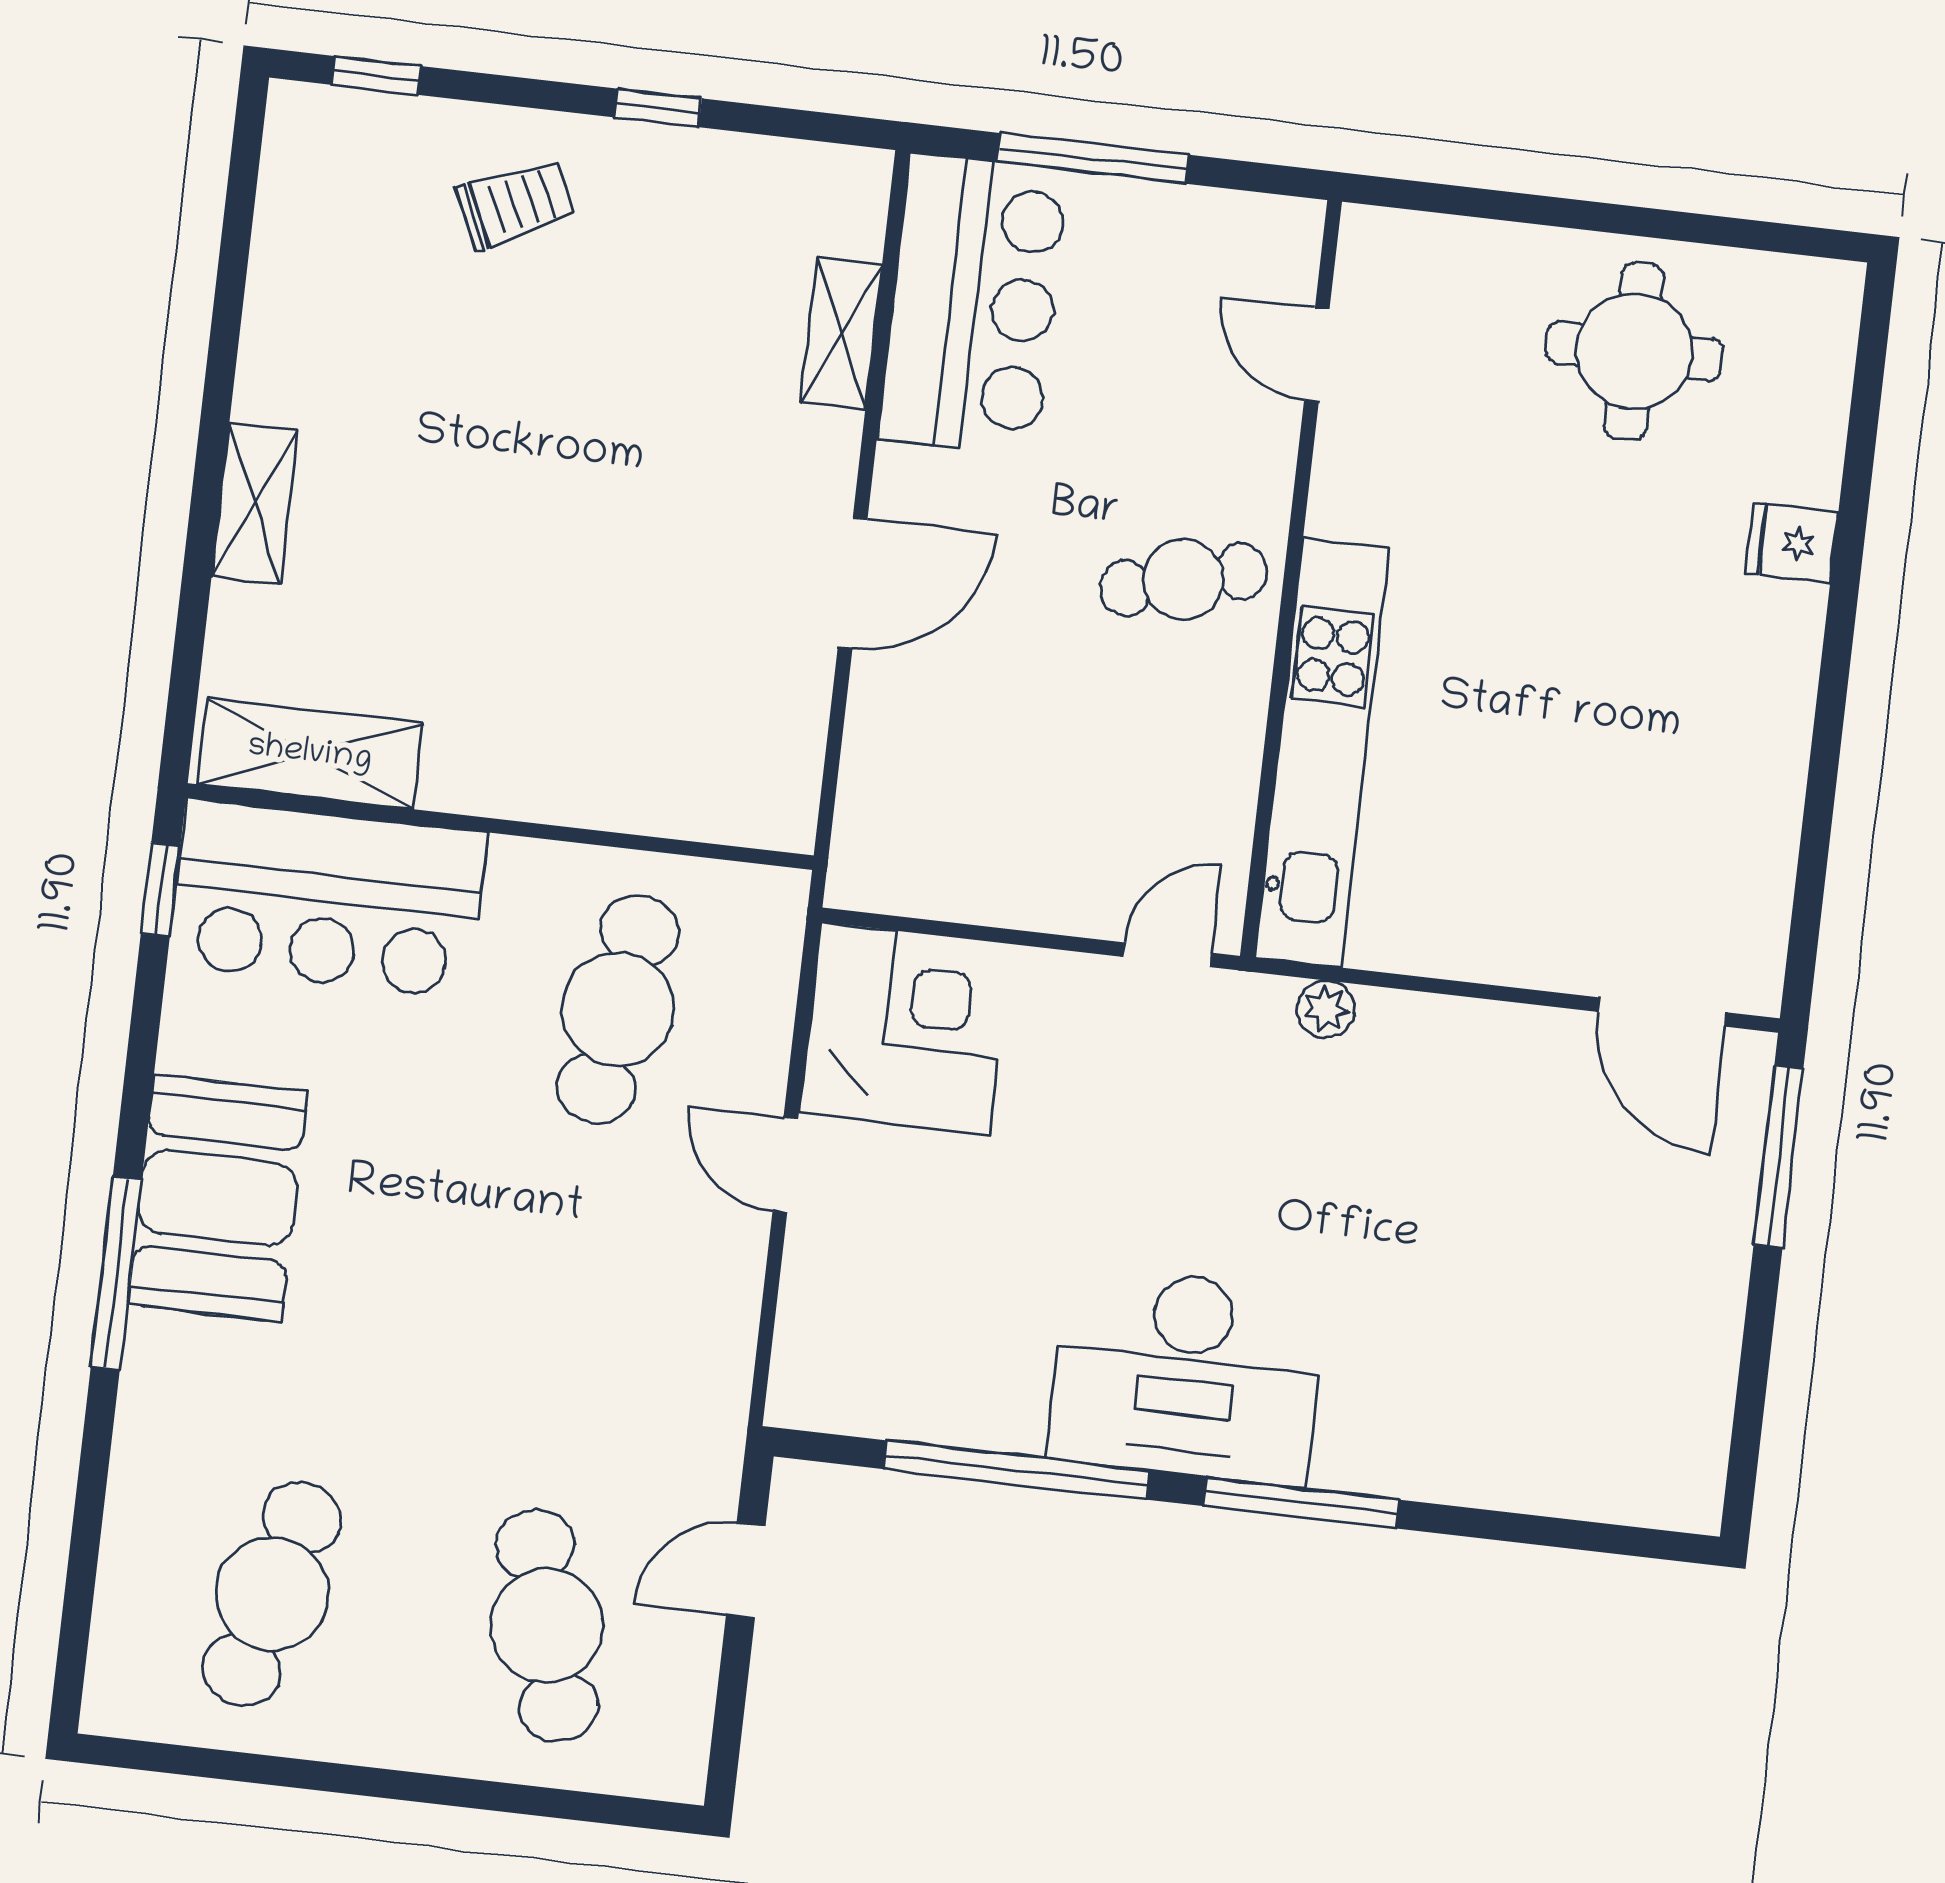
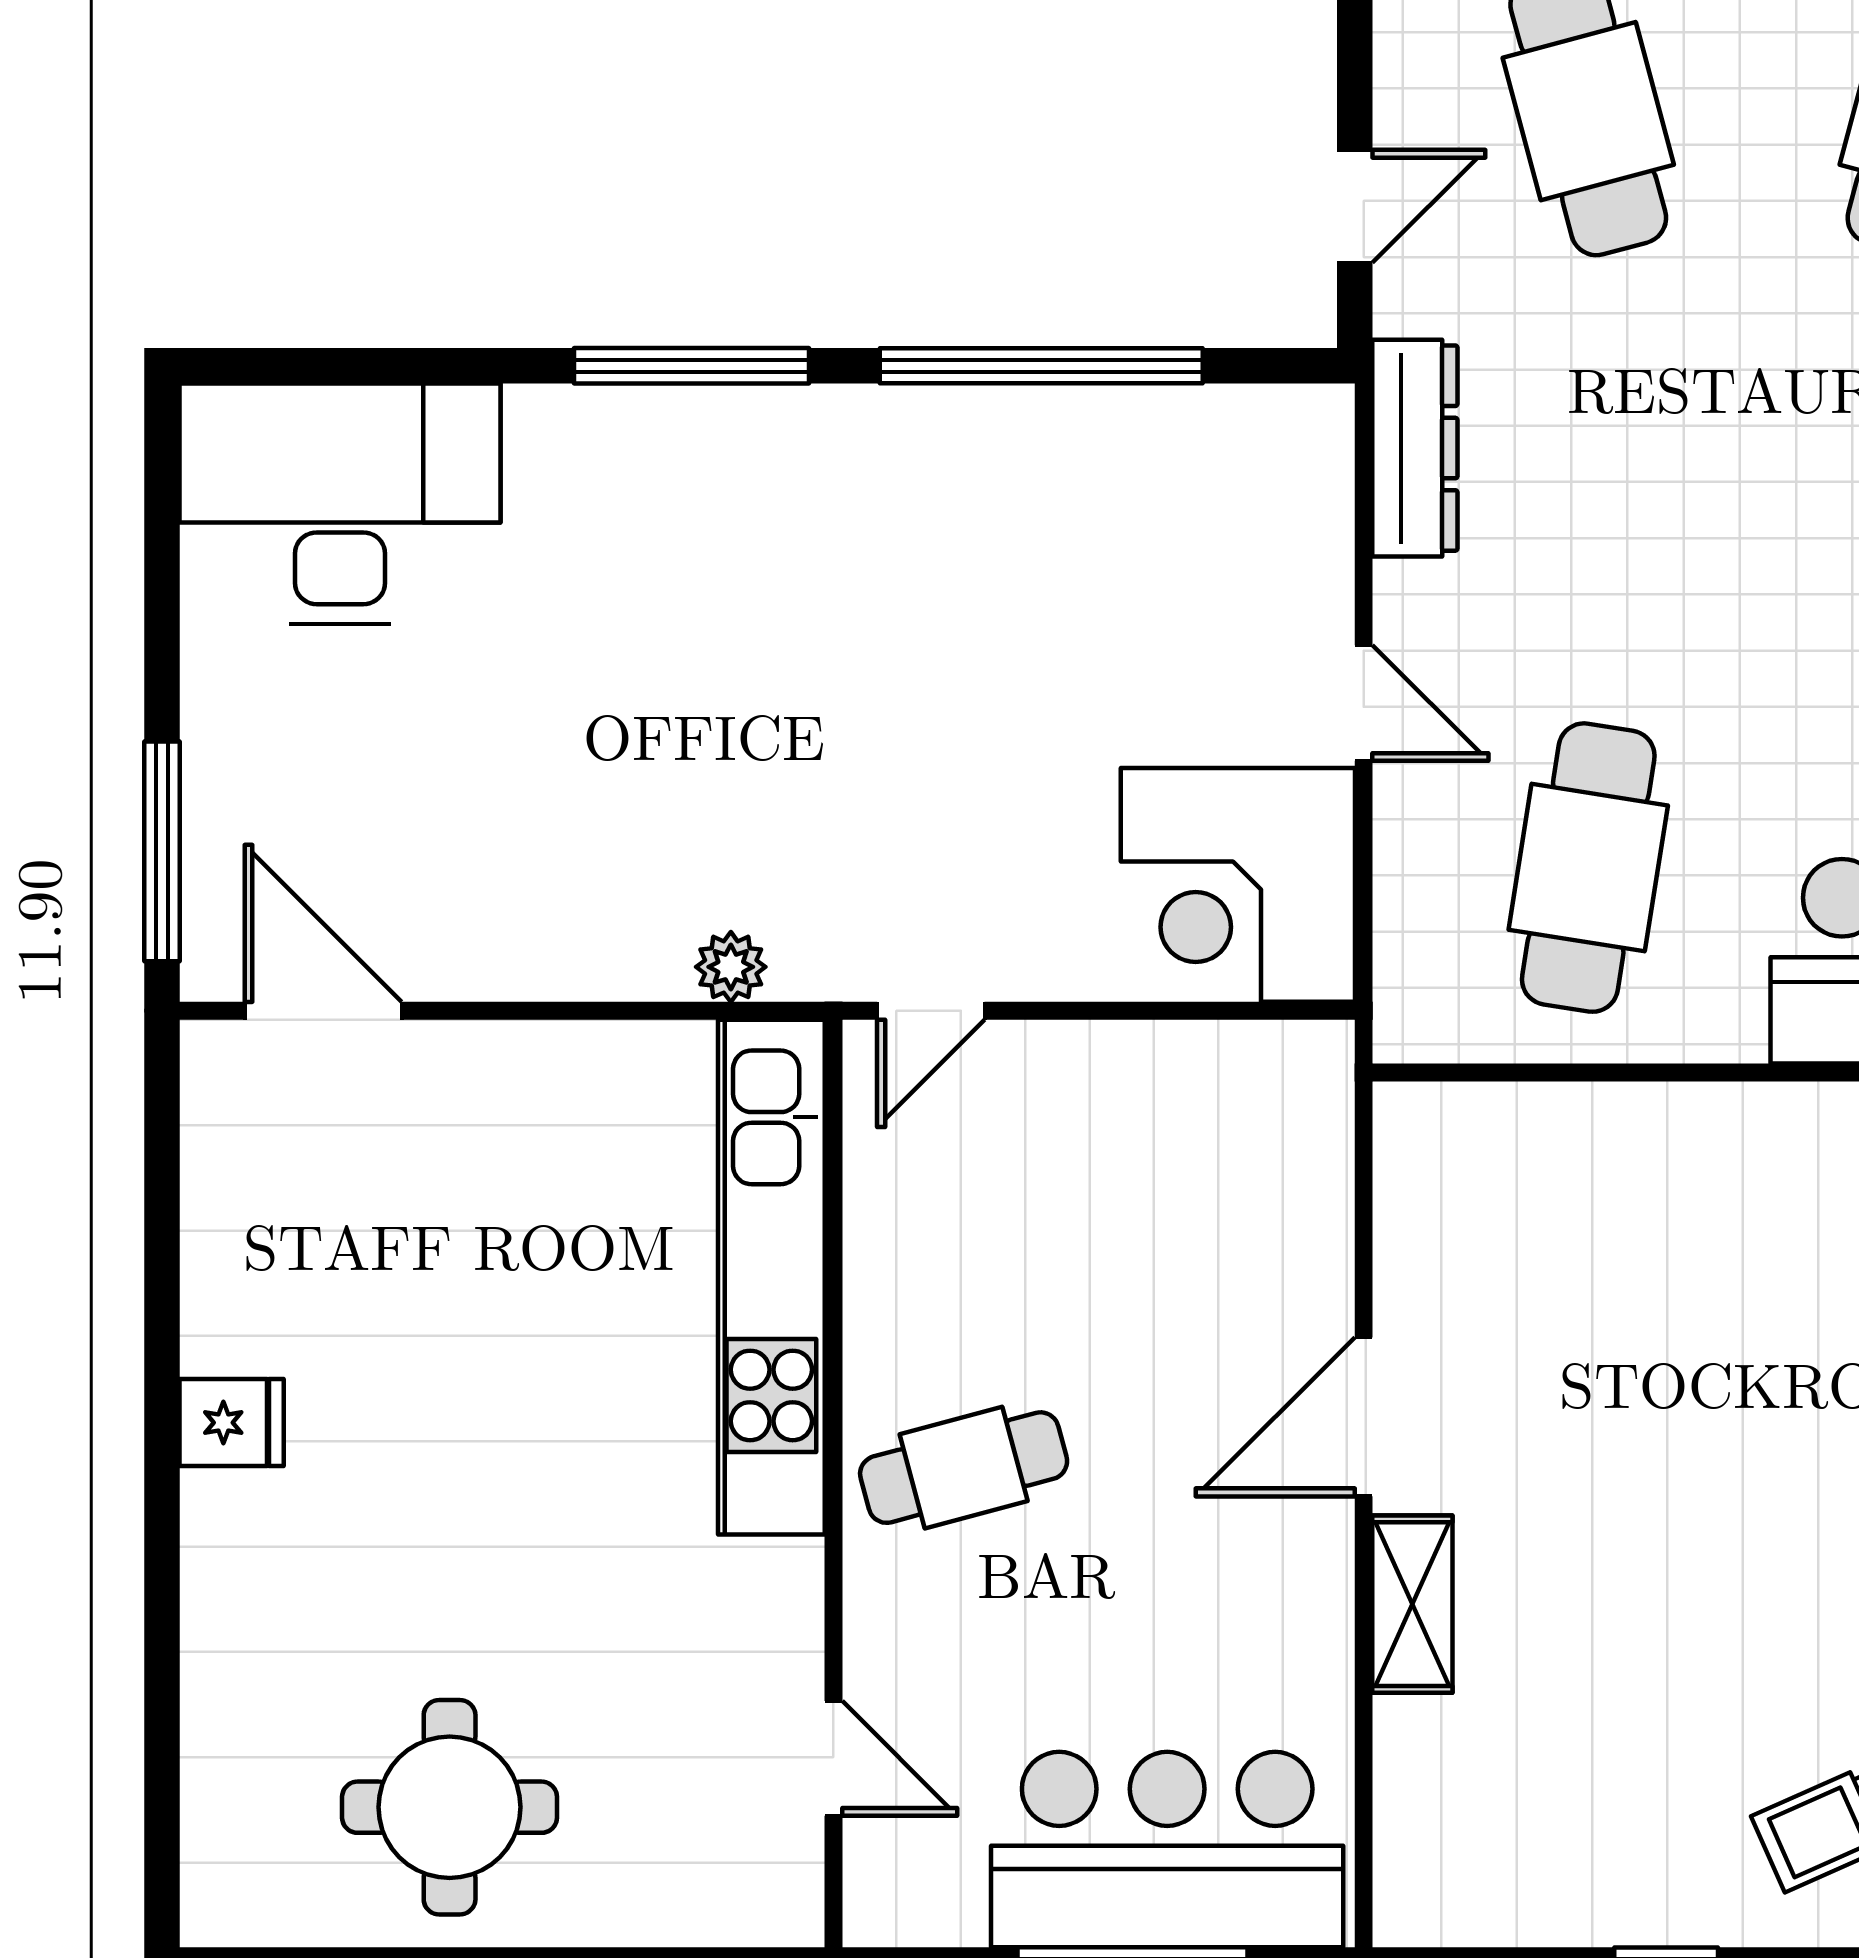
bar counter: (973, 304) -> (1167, 1850), moved, turned 90
shelving: (841, 333) -> (1412, 1604), moved
fridge: (1792, 543) -> (232, 1423), moved
dresser: (720, 1368) -> (1415, 448), added
desk: (1186, 1376) -> (340, 503), moved

